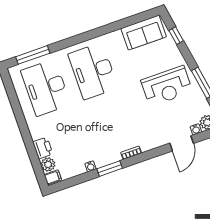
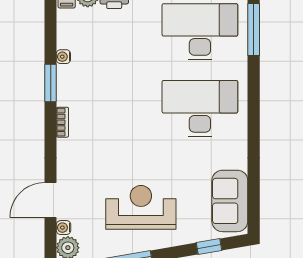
reception desk: (167, 86) -> (141, 207), turned 90
door: (182, 143) -> (51, 200), hinge flipped

